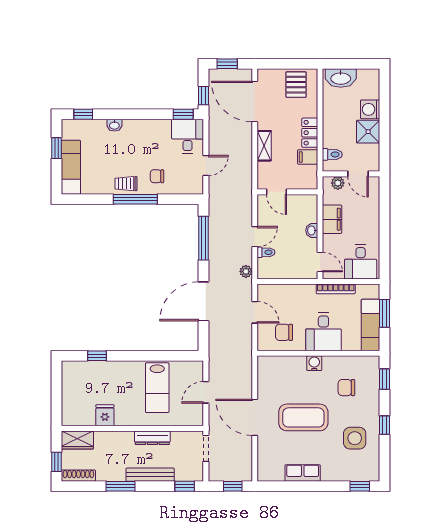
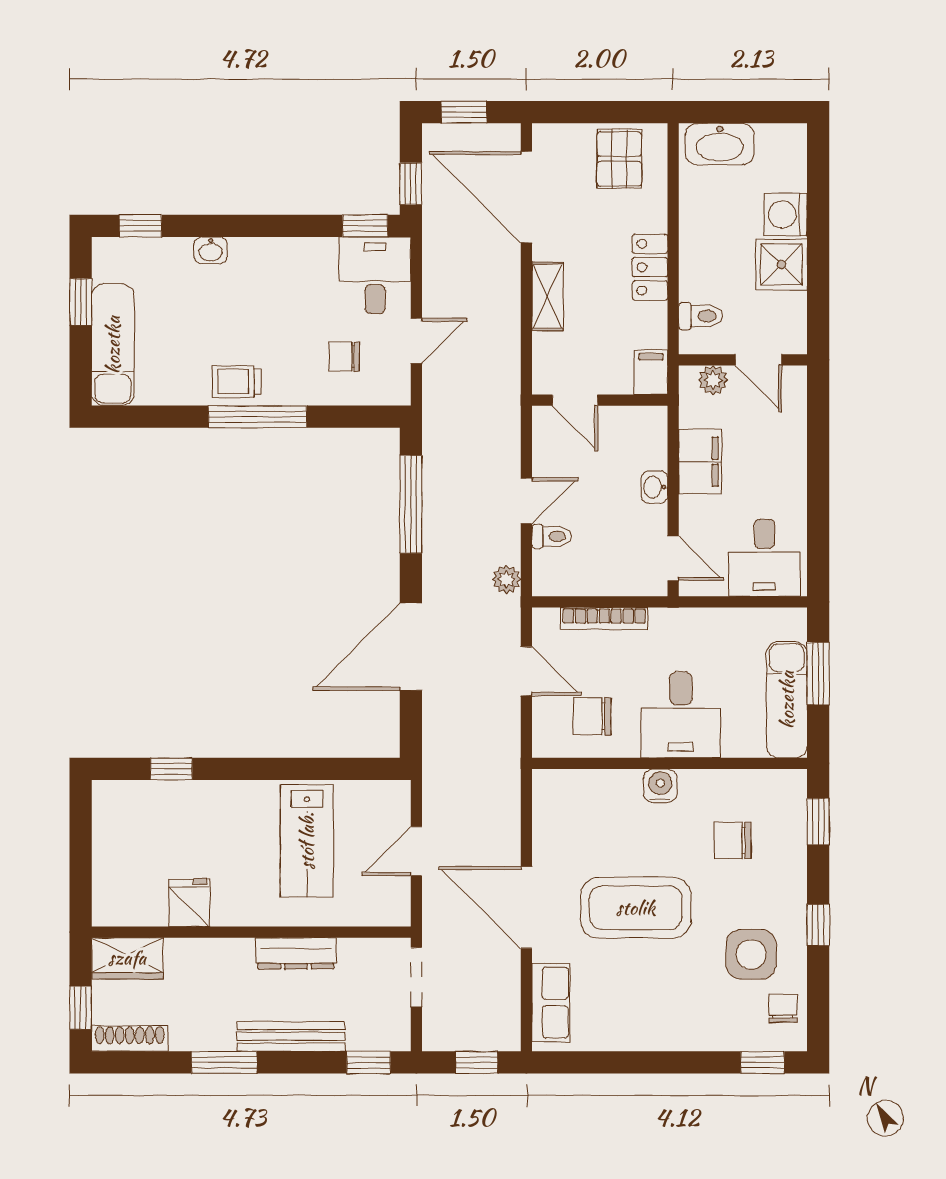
filing cabinet: (308, 157) -> (651, 372), moved, turned 90
chair: (157, 176) -> (344, 357), moved
bookcase: (336, 289) -> (604, 619), moved
chair: (369, 462) -> (783, 1008), added
row of seats: (303, 473) -> (551, 1003), moved, turned 90

